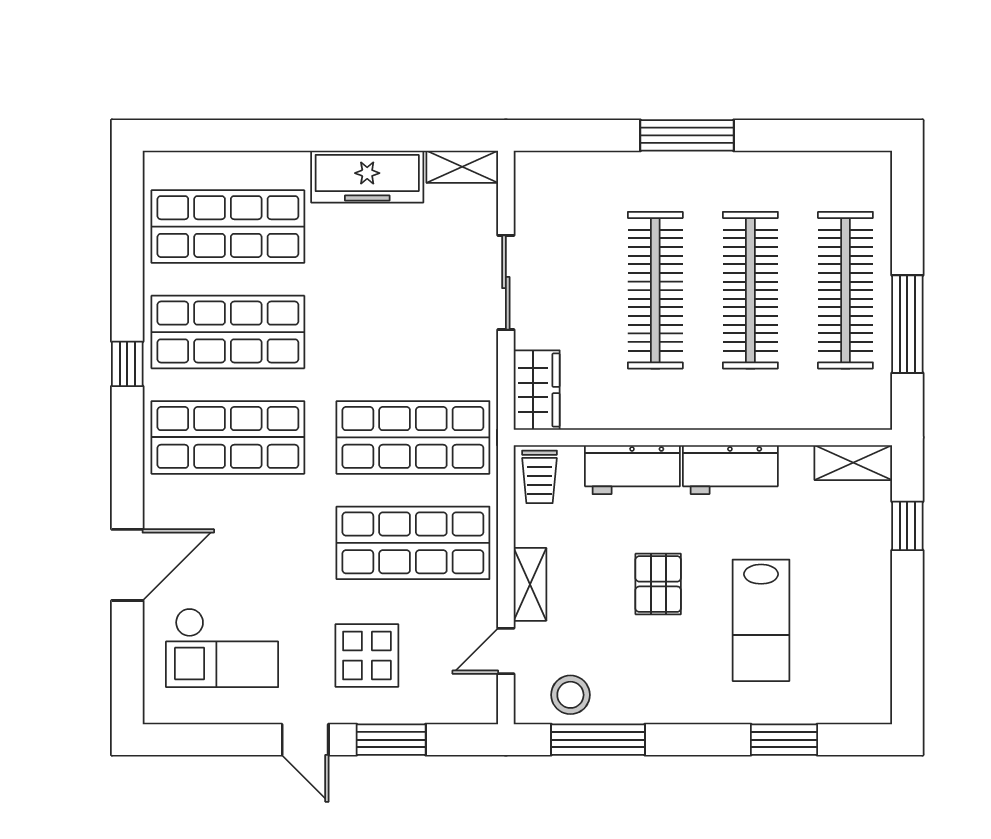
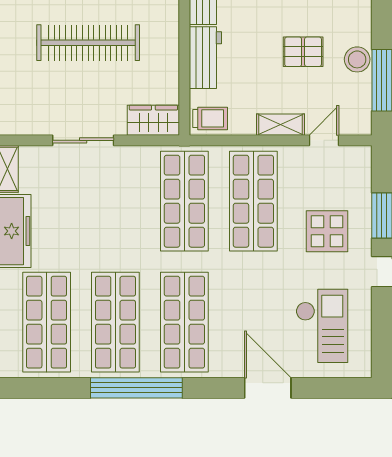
window: (127, 364) -> (136, 388), width x3.17
pallet: (658, 584) -> (303, 52), moved
door: (506, 651) -> (324, 140), swing flipped
stool: (570, 695) -> (357, 59), moved

